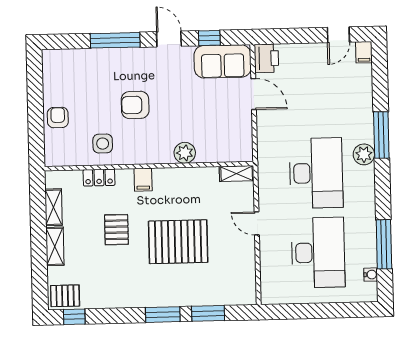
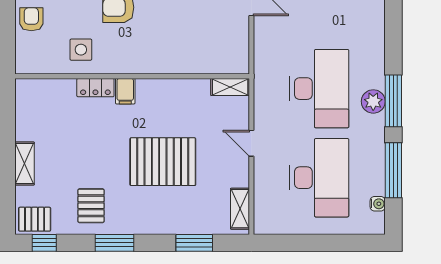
window: (381, 135) -> (393, 101), moved
plant: (185, 153) -> (173, 62), removed
plant: (364, 154) -> (373, 101), moved
locker: (99, 178) -> (95, 88), moved
shelving: (53, 207) -> (240, 209), moved
pallet: (116, 230) -> (91, 206), moved
window: (163, 315) -> (115, 243), moved

